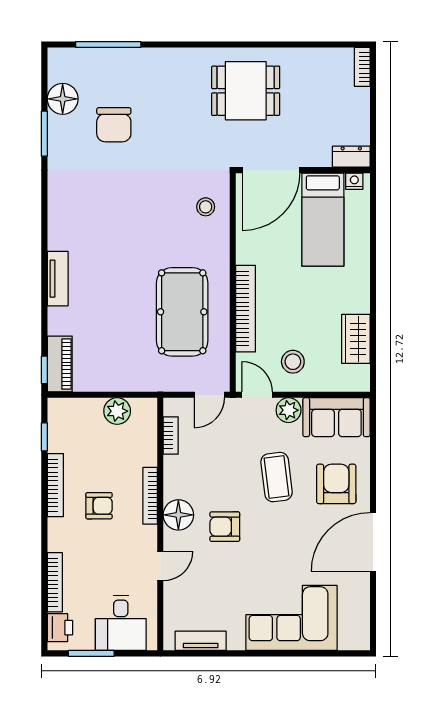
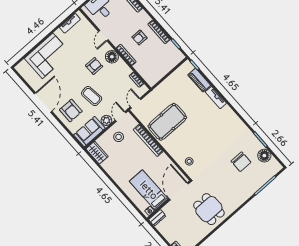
dining table: (246, 91) -> (209, 209), turned 90
chair: (114, 125) -> (241, 162), turned 180
pool table: (182, 312) -> (167, 122), turned 90
wardrobe: (356, 339) -> (97, 153), moved
piano: (60, 364) -> (199, 80), moved
door: (257, 395) -> (121, 117), swing flipped
plant: (117, 411) -> (160, 72), removed

